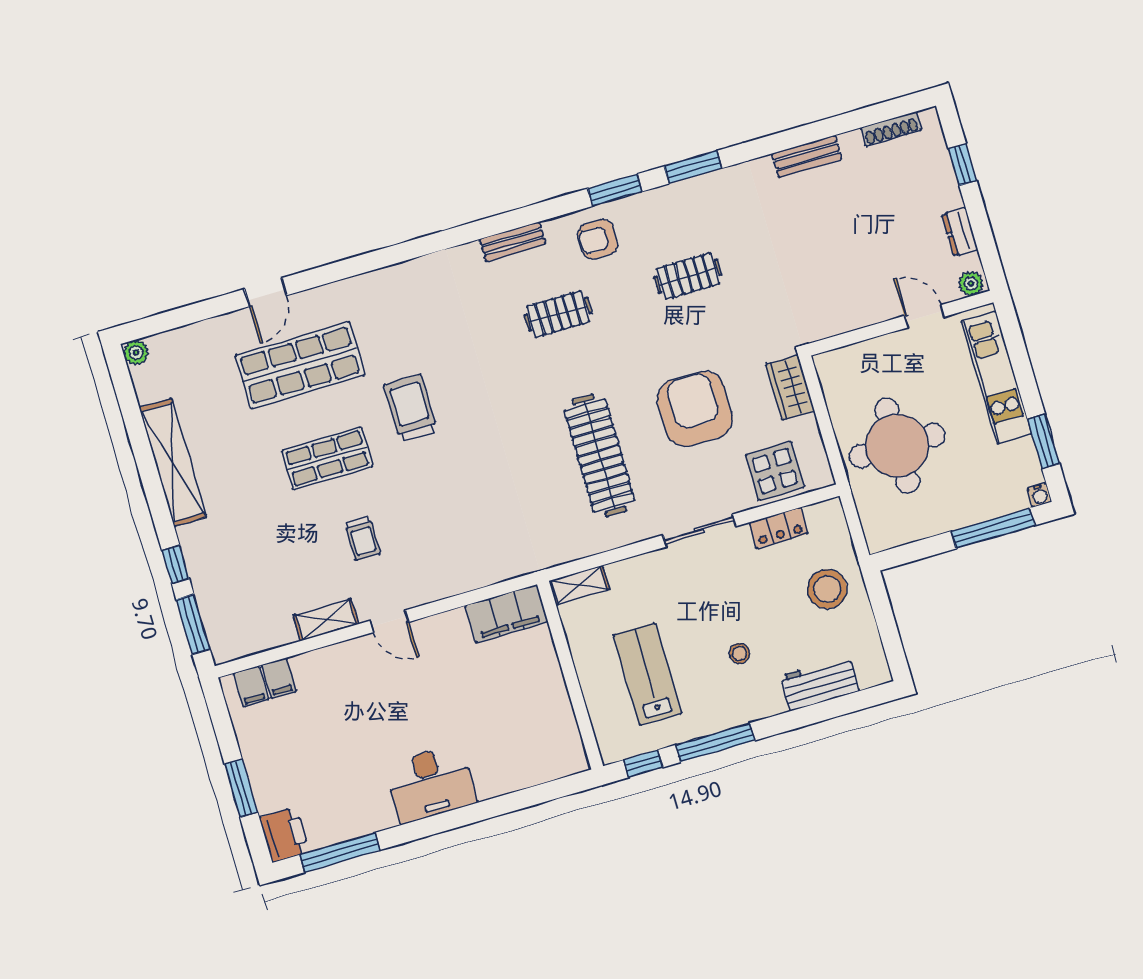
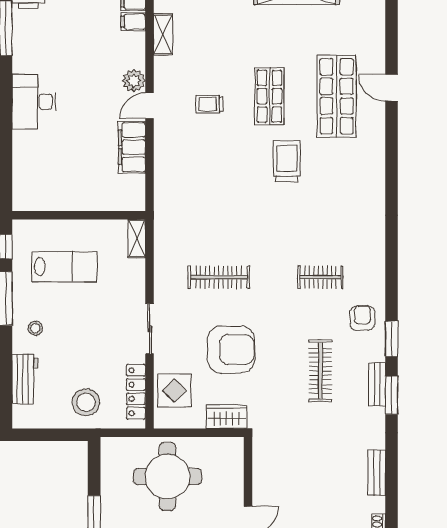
bench: (513, 242) -> (377, 384), moved
clothes rail: (688, 276) -> (320, 371), width x1.36
clothes rail: (558, 314) -> (320, 277), turned 90
trolley: (411, 408) -> (287, 161), turned -90
clothes rail: (599, 455) -> (219, 277), width x0.73, depth x0.76
locker: (778, 528) -> (136, 392), width x1.53
filing cabinet: (507, 614) -> (132, 147), moved
shelving: (326, 620) -> (163, 34), moved
plant: (361, 653) -> (134, 81), added
stool: (740, 653) -> (35, 328), moved

